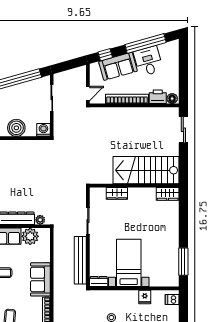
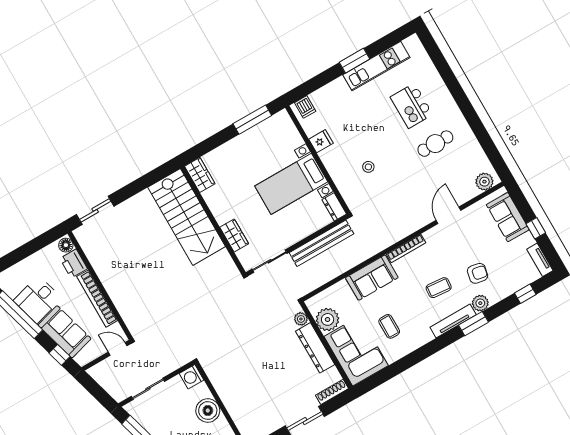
stairs: (146, 170) -> (187, 217), moved
wall: (134, 186) -> (213, 220), moved
wardrobe: (117, 193) -> (234, 235), moved
wardrobe: (168, 194) -> (200, 175), moved

